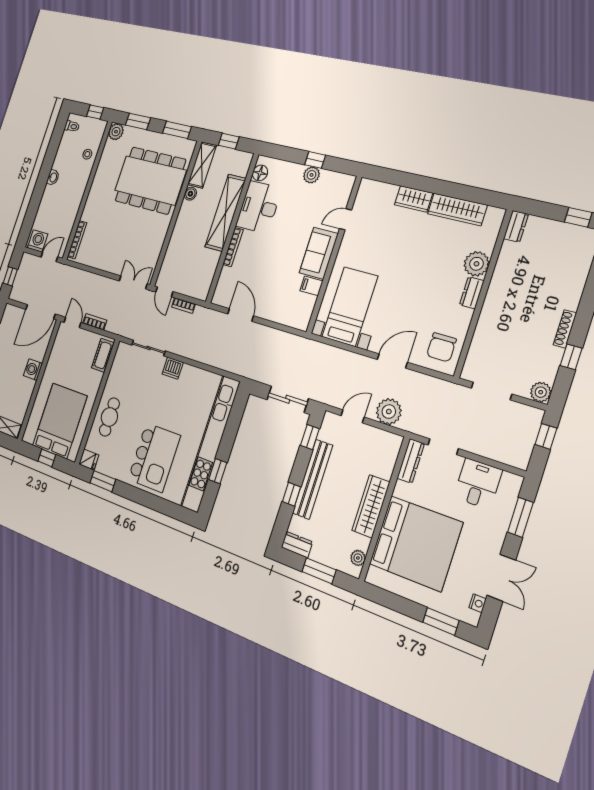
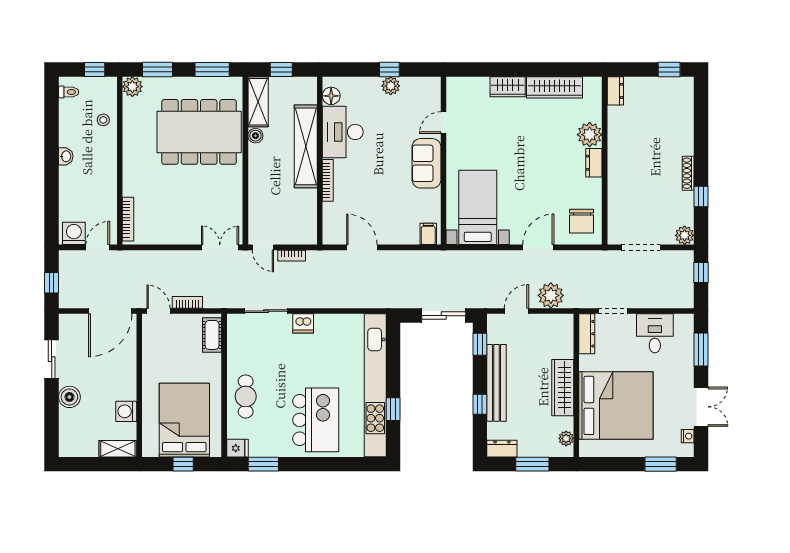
filing cabinet: (311, 286) -> (428, 234), moved, turned 90
washing machine: (33, 370) -> (126, 411), moved

